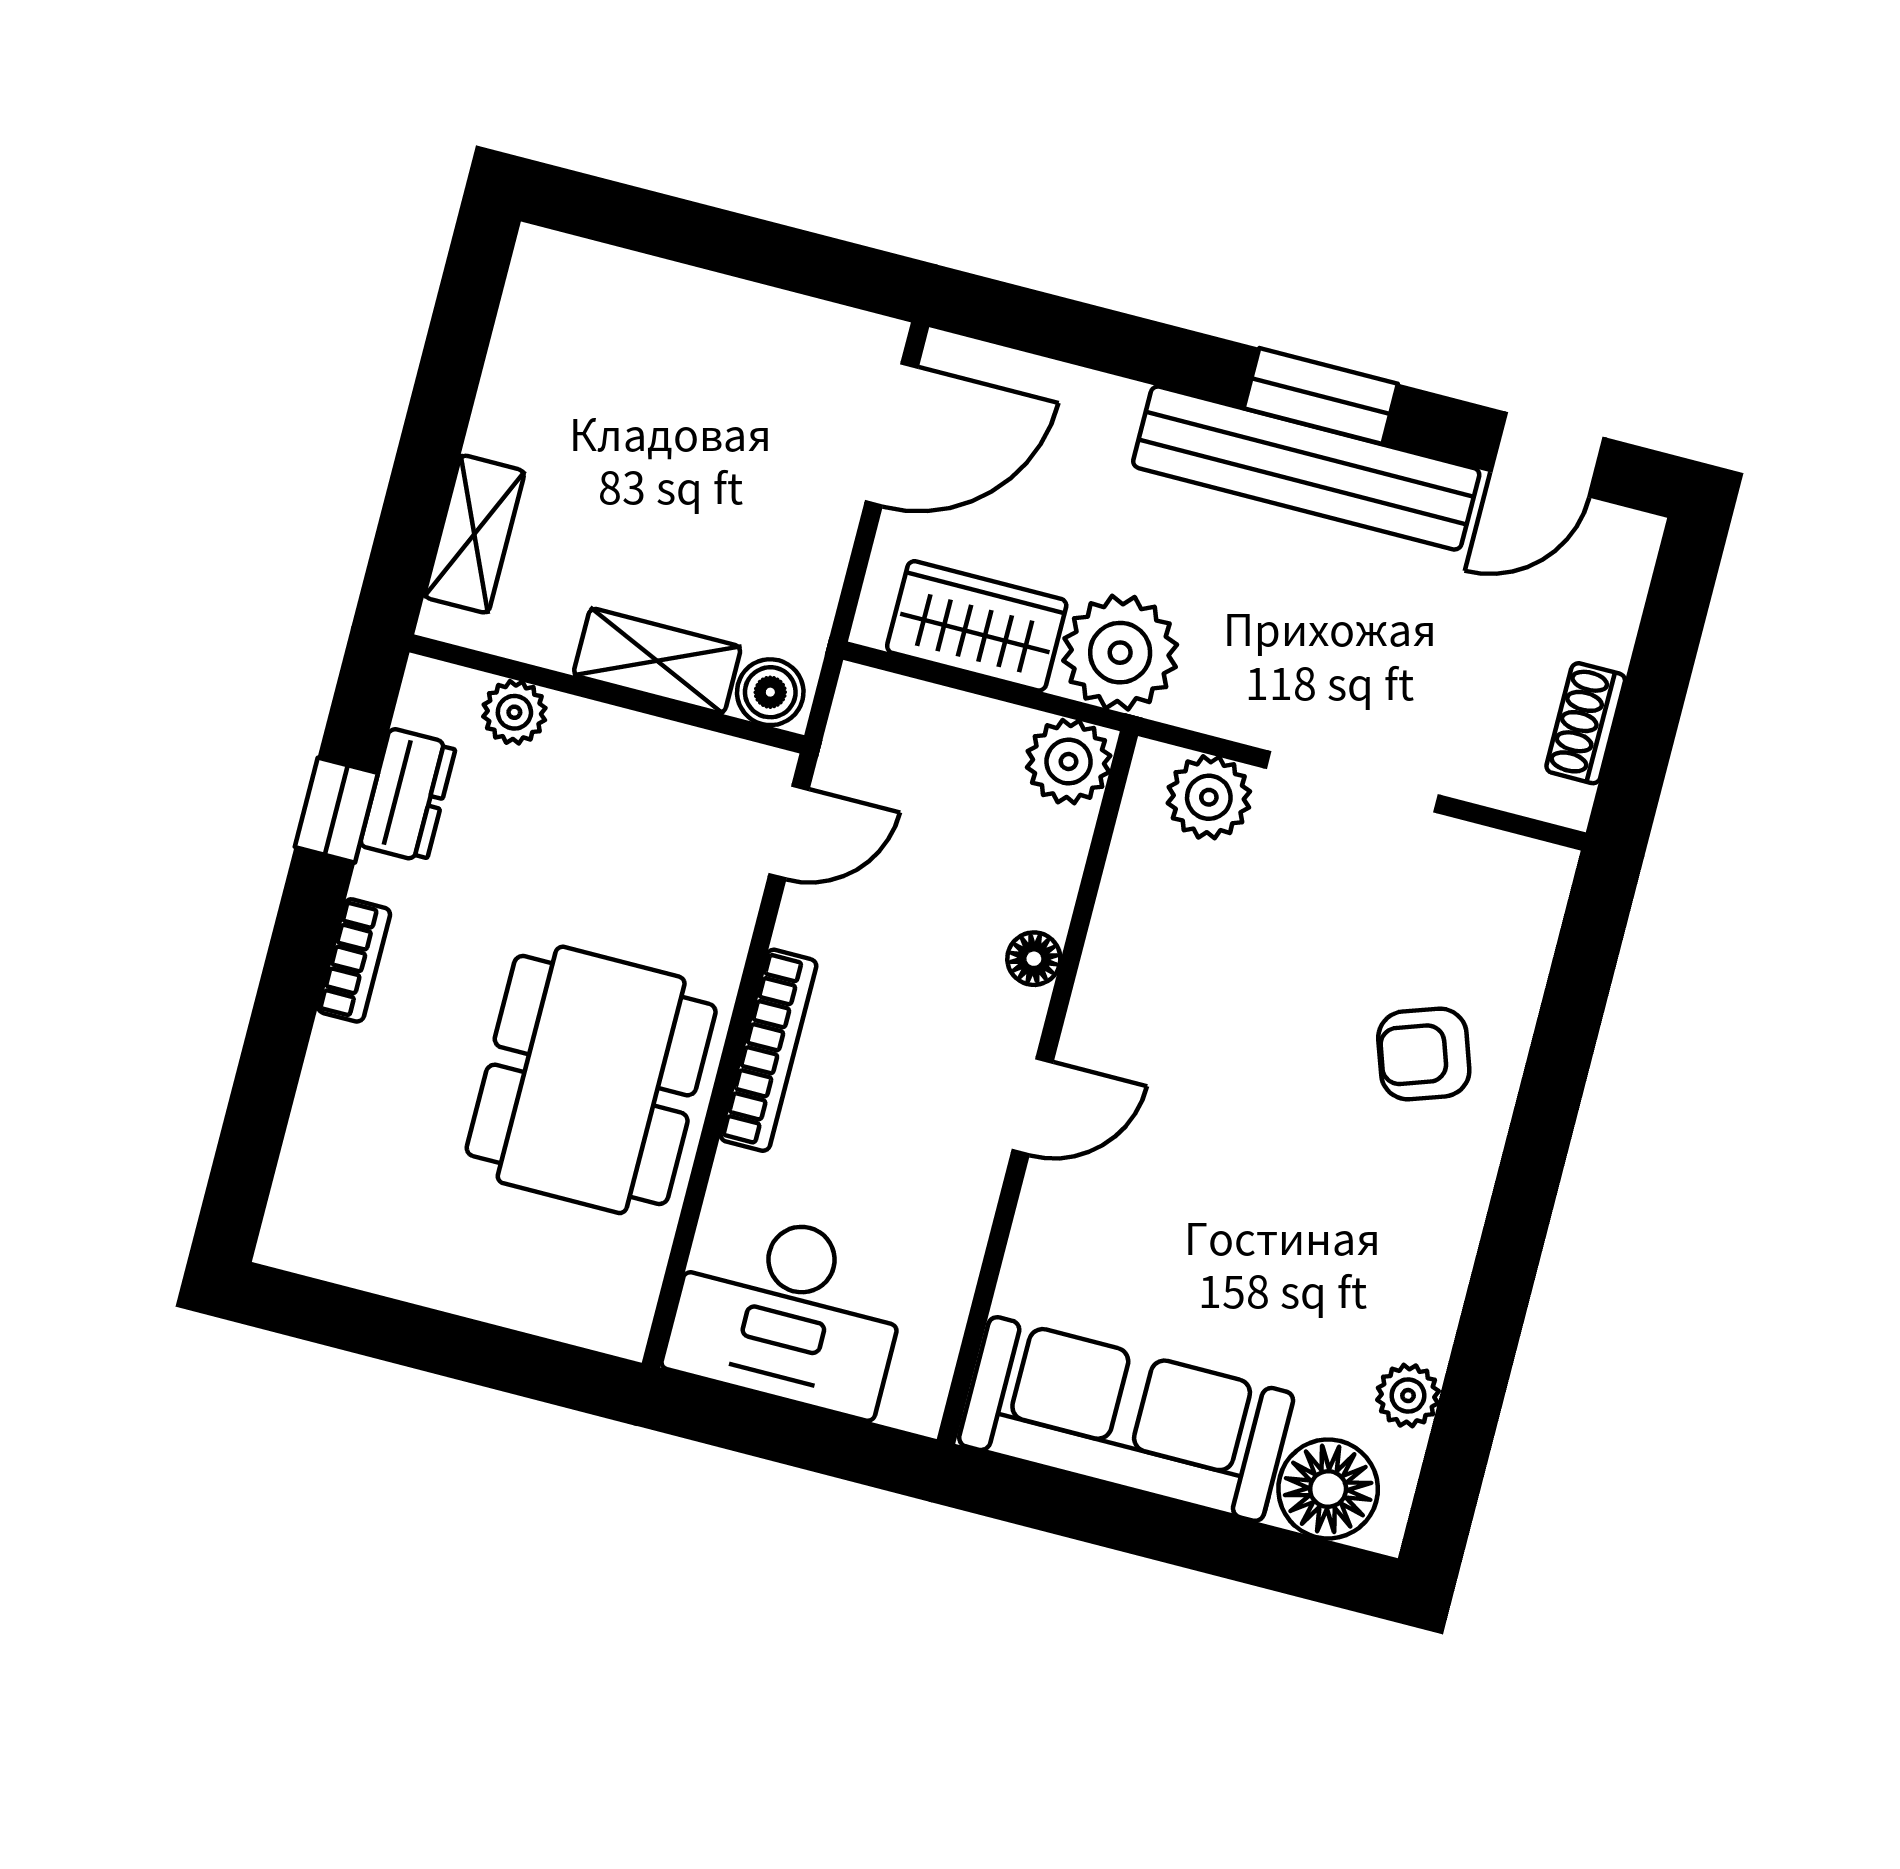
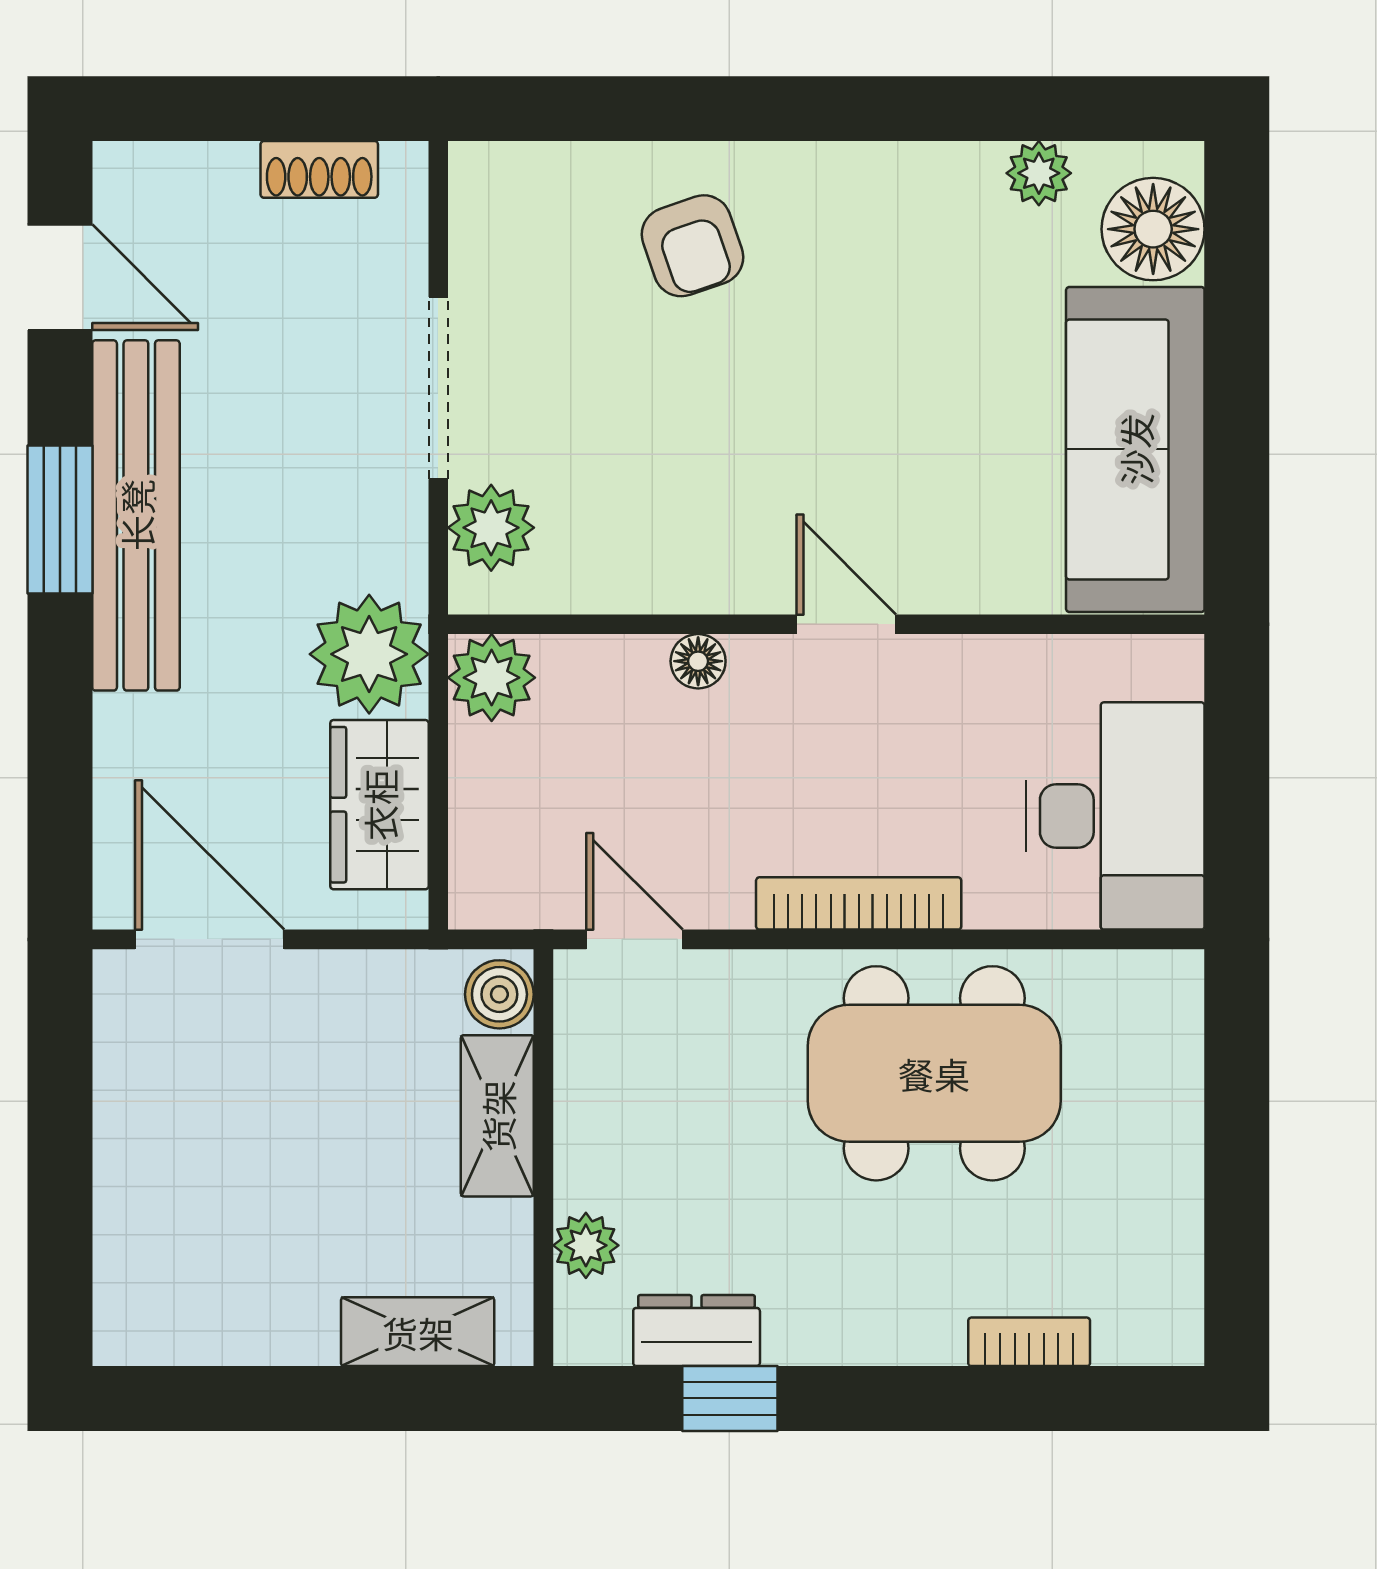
bookcase: (354, 960) -> (1029, 1342), moved

